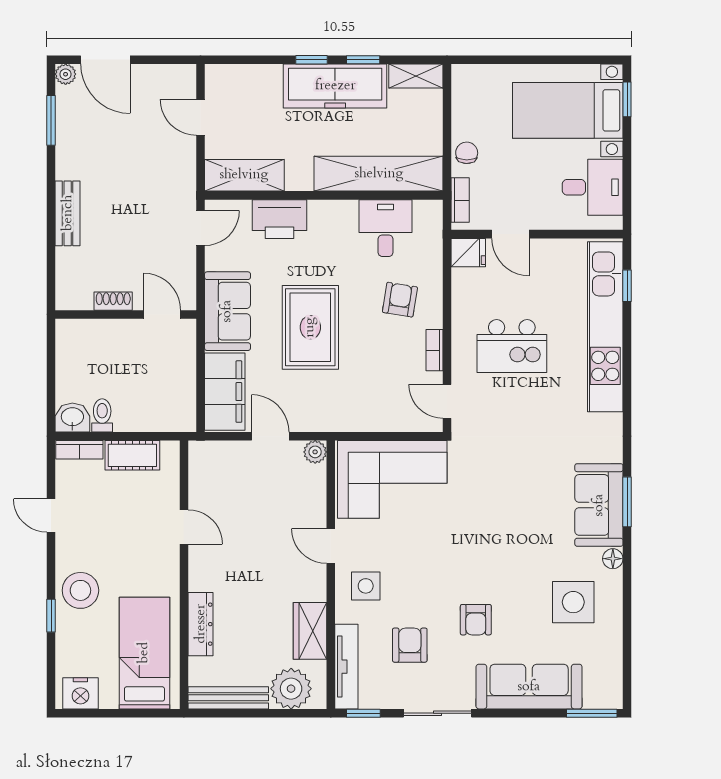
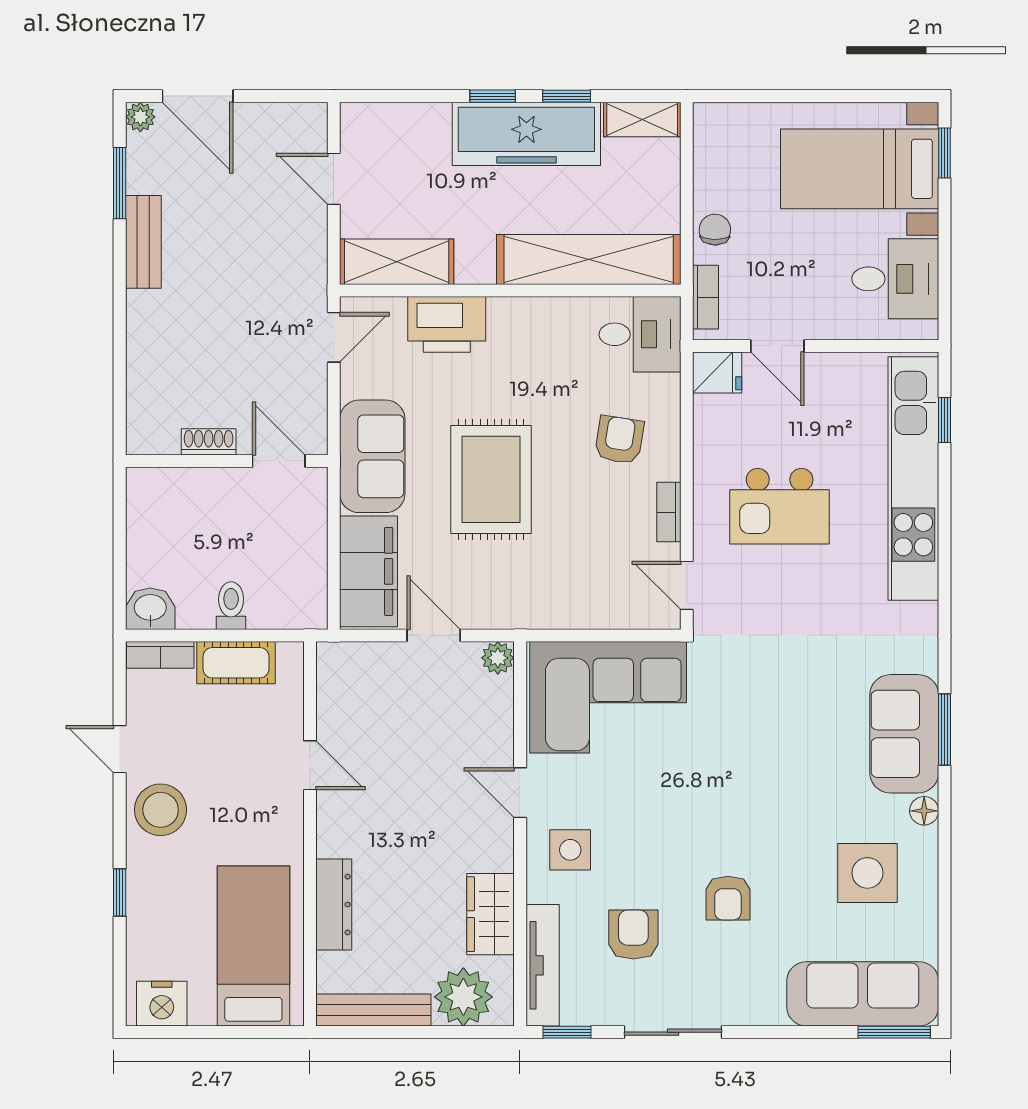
bench: (68, 213) -> (143, 242), moved
desk: (386, 228) -> (640, 334), moved, turned 90
toilet: (102, 415) -> (231, 606), moved
stool: (80, 590) -> (161, 810), moved
sofa: (529, 687) -> (863, 994), moved

